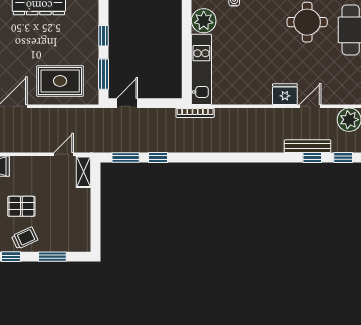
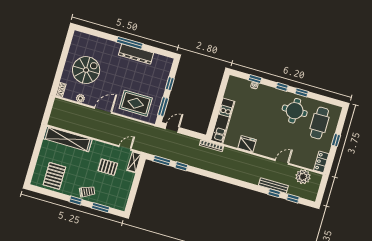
plant: (204, 21) -> (233, 92), removed
fridge: (285, 94) -> (247, 144), moved
pallet: (21, 206) -> (108, 167), moved

